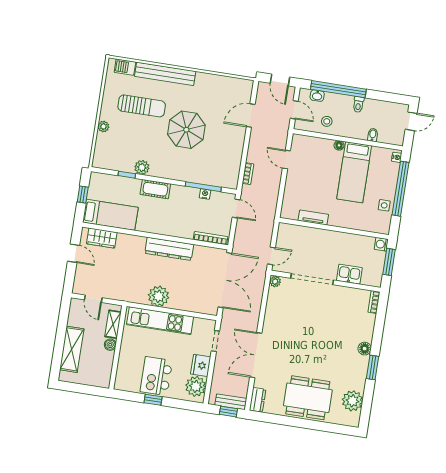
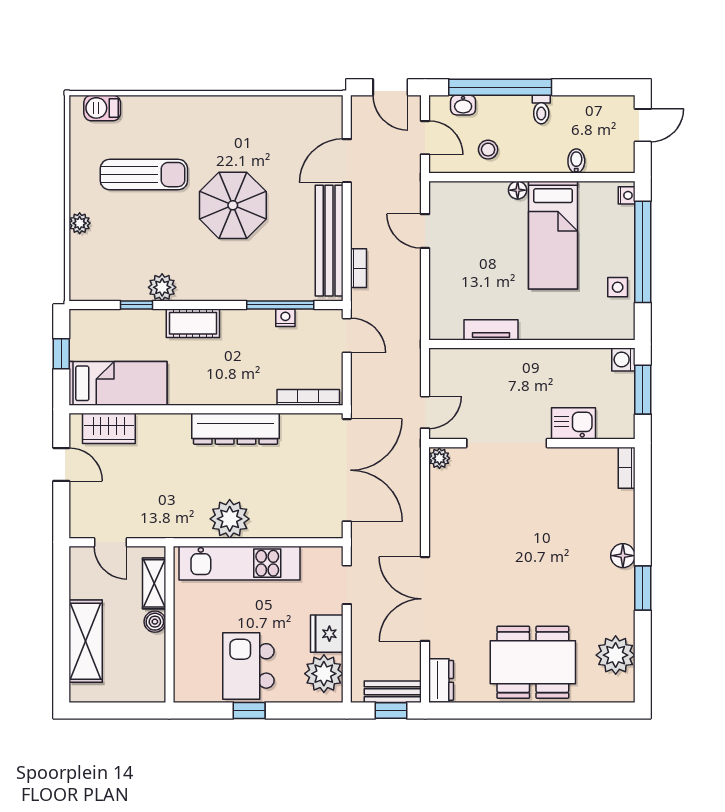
bench: (165, 74) -> (329, 241), moved, turned 90

